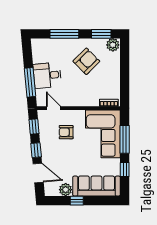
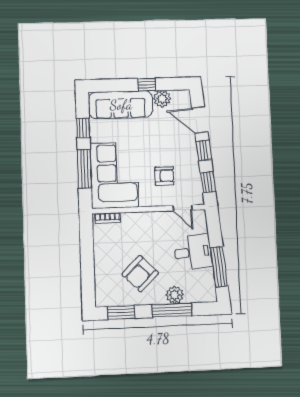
plant: (113, 45) -> (175, 295), moved
window: (30, 82) -> (219, 267), moved

